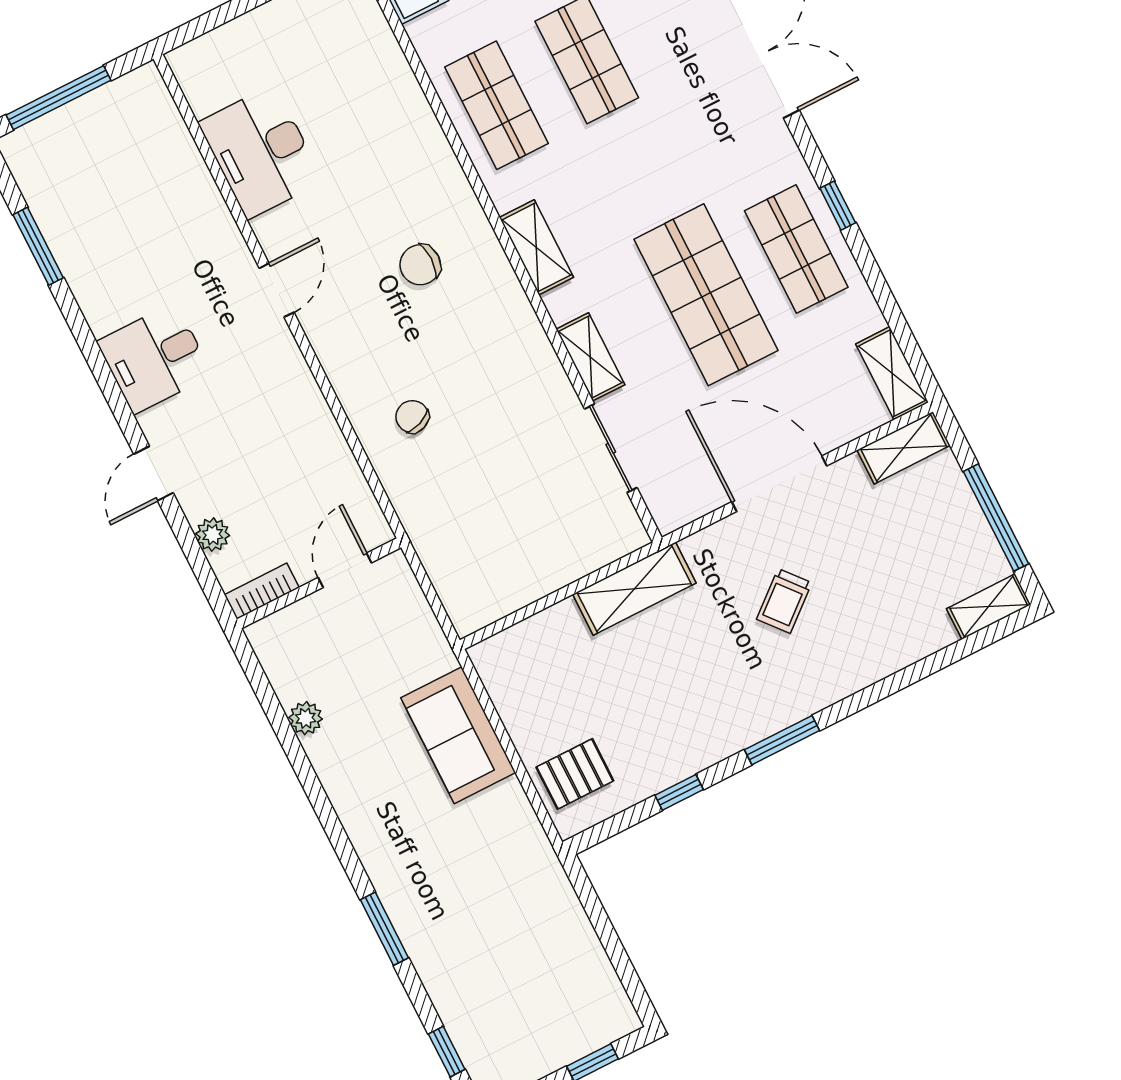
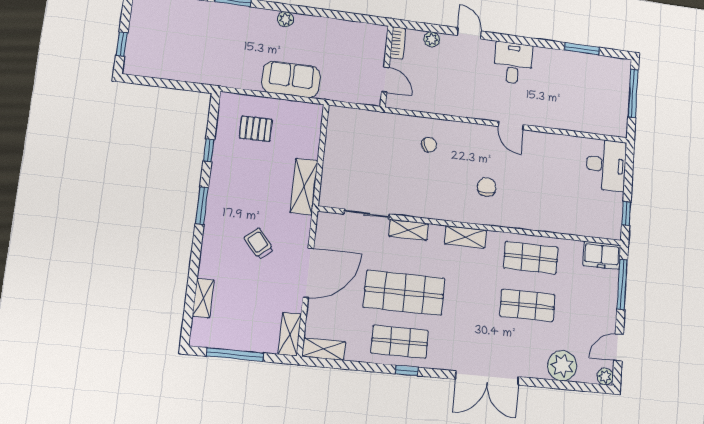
desk: (261, 152) -> (606, 165), moved, turned 90
shelving: (989, 607) -> (203, 298), moved
plant: (306, 718) -> (285, 19), moved
pallet: (575, 774) -> (256, 129), moved, turned 90

